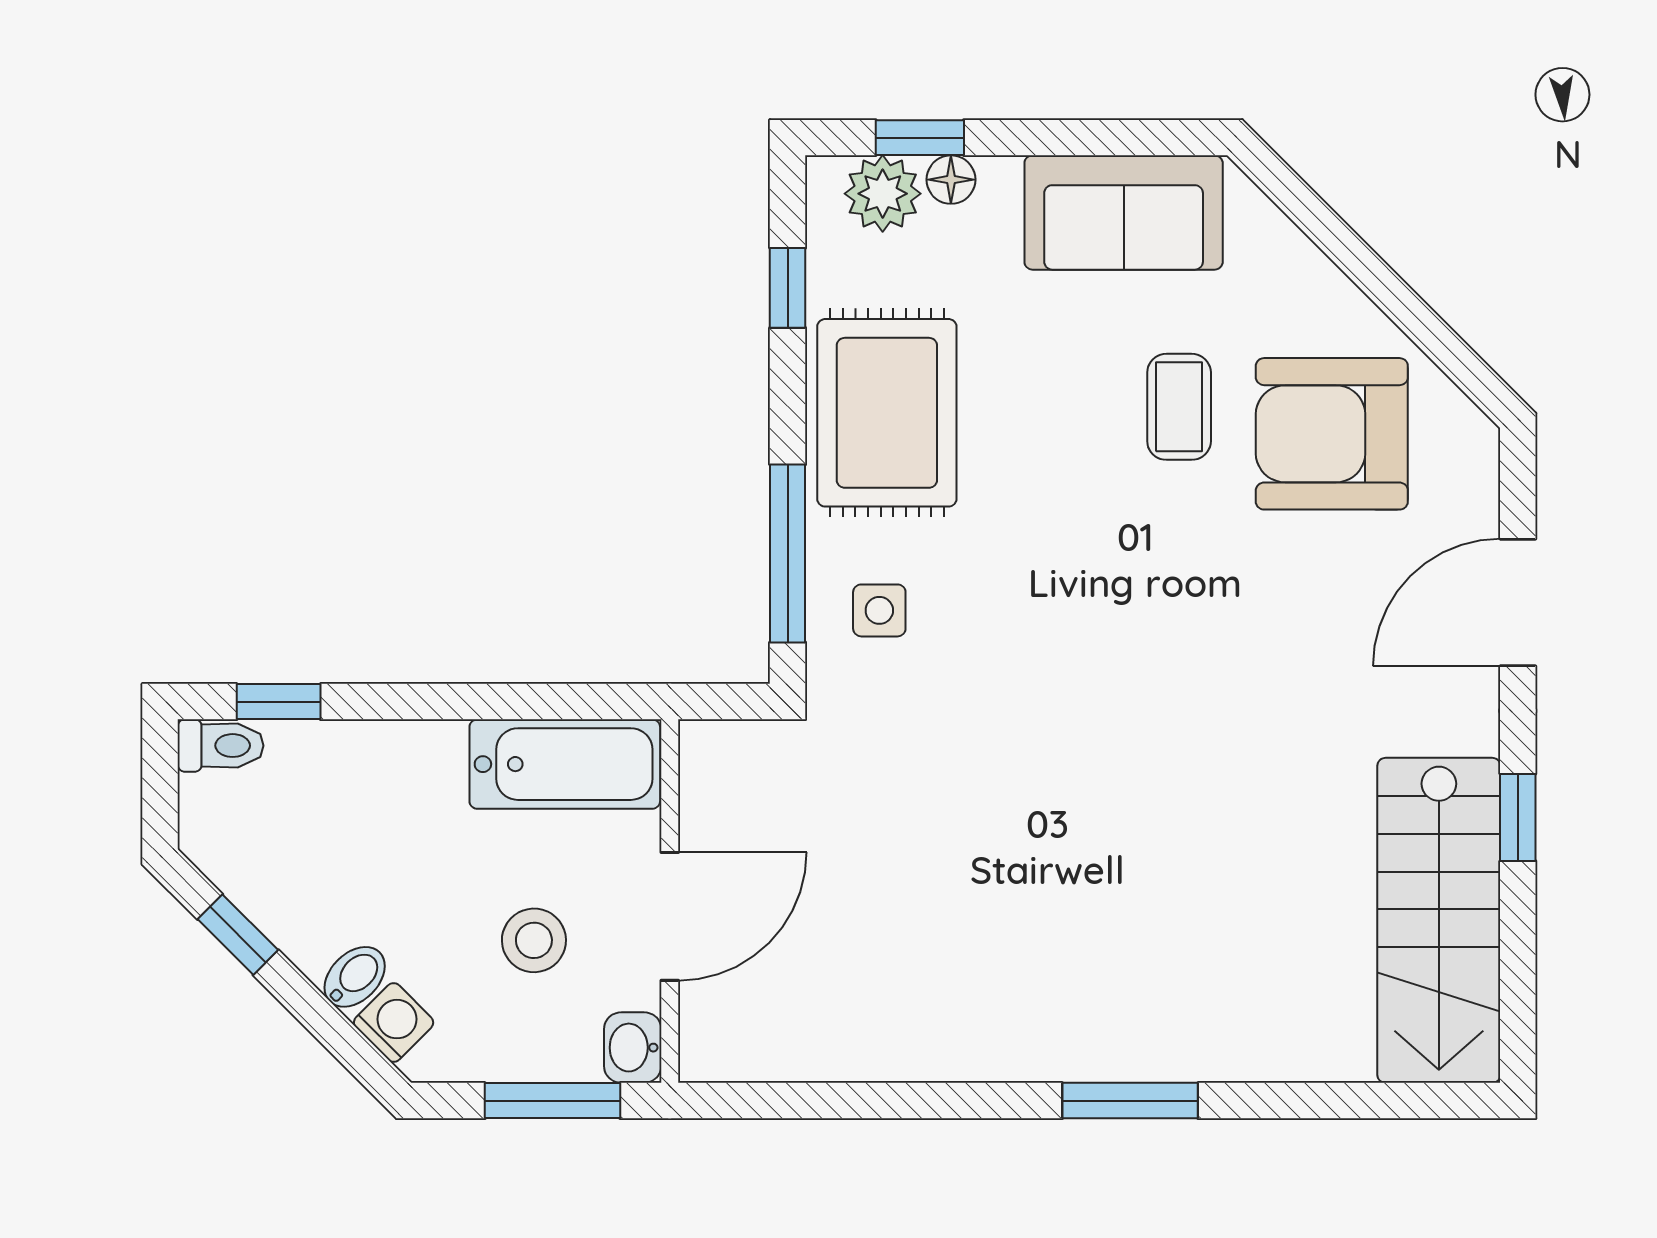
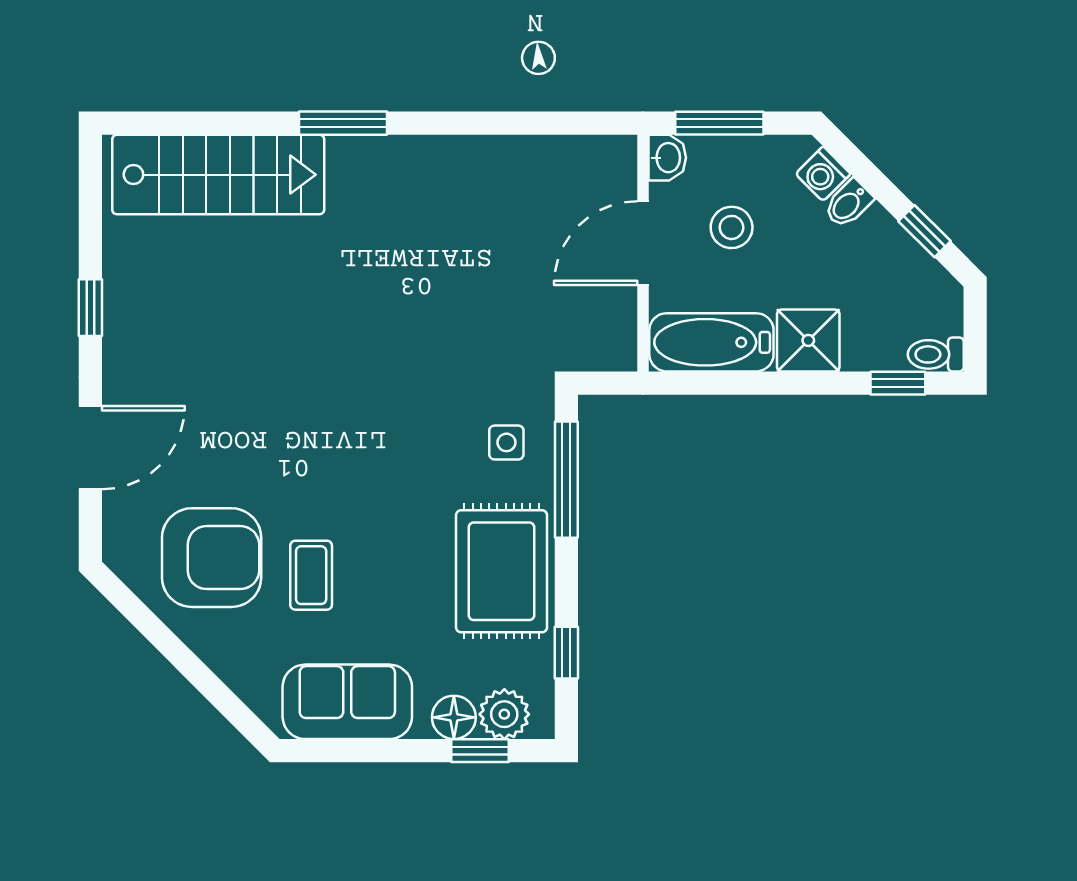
floor lamp: (951, 180) -> (454, 717), width x1.37, depth x1.37
shower: (416, 767) -> (808, 340), added
stairs: (1439, 920) -> (218, 175), moved, turned 90

